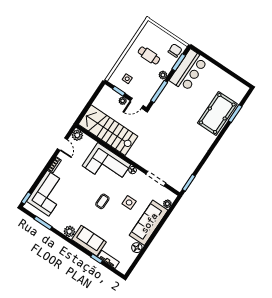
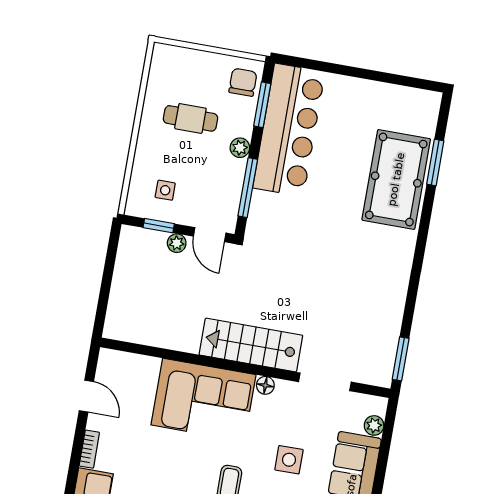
bar counter: (189, 71) -> (289, 130), width x1.36
door: (137, 103) -> (210, 235), hinge flipped
stairs: (108, 130) -> (251, 345), moved, width x0.73, depth x0.66
plant: (77, 135) -> (111, 362), removed

